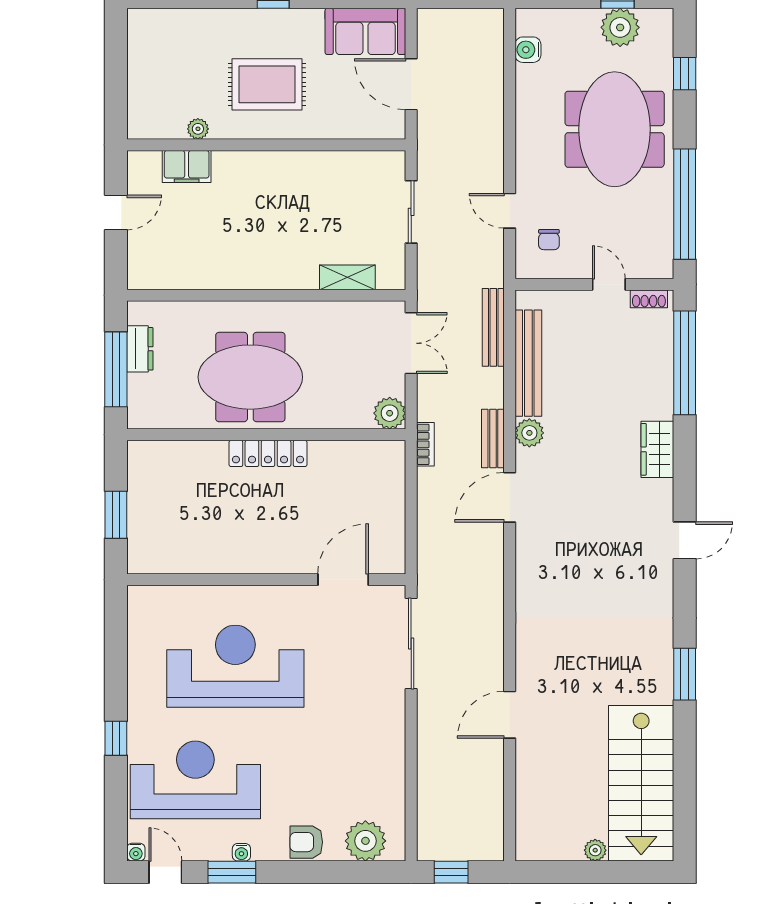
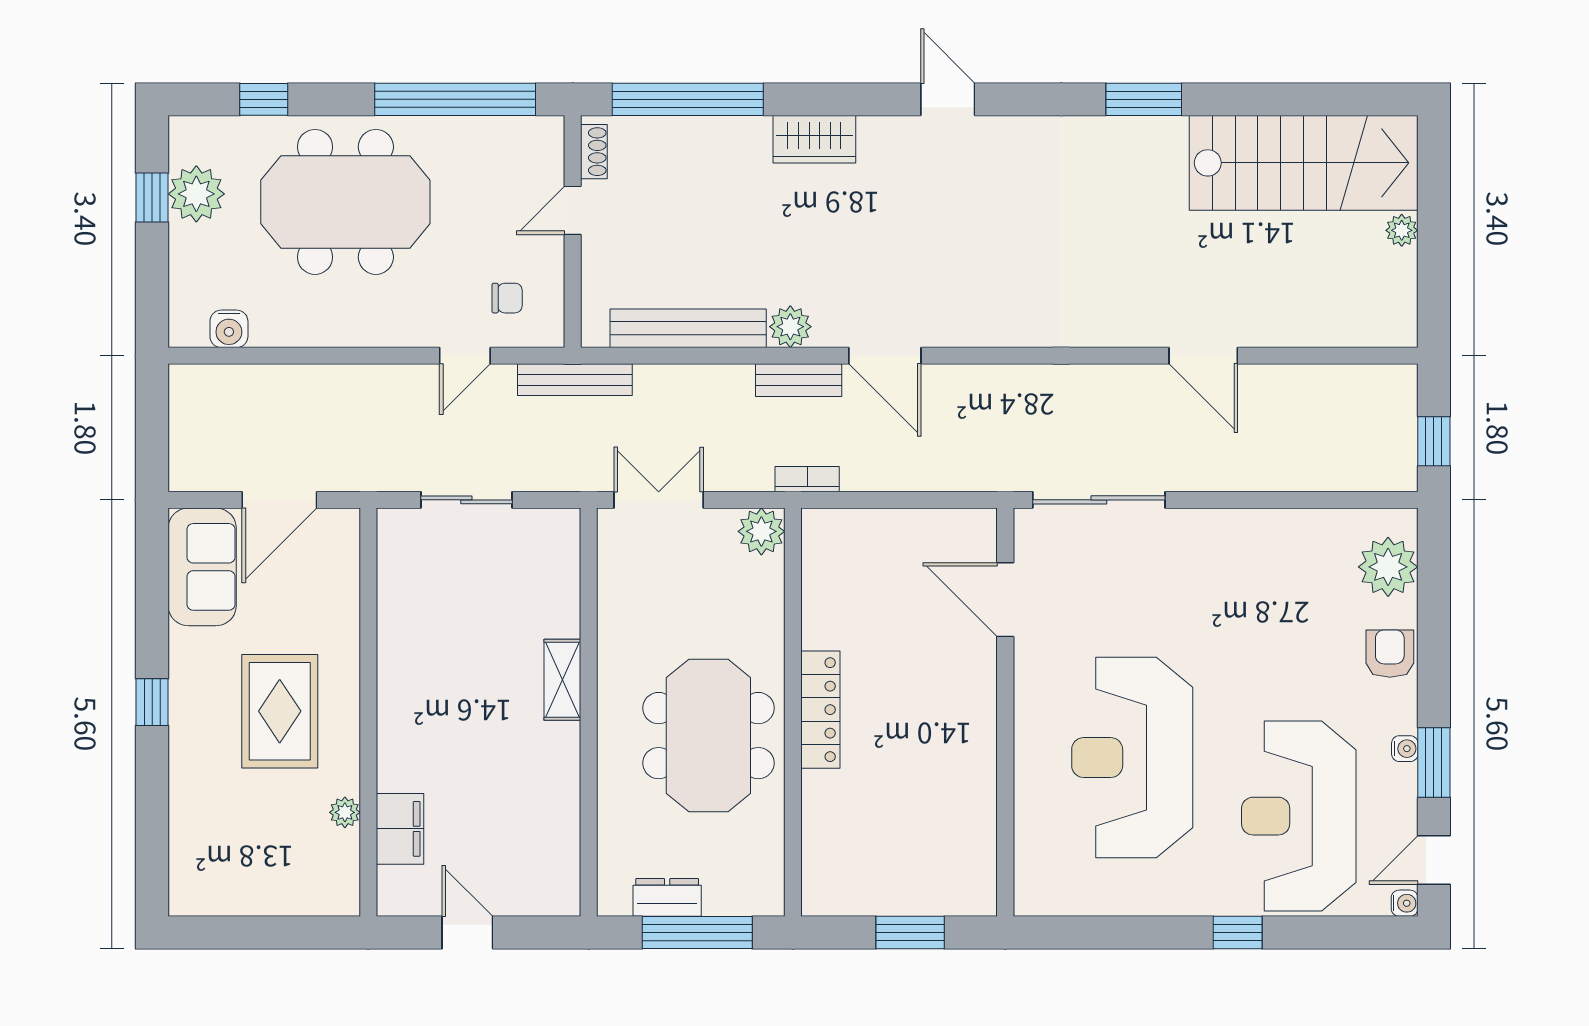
shelving: (347, 277) -> (562, 680), moved
bench: (493, 327) -> (575, 380), moved
armchair: (306, 842) -> (1390, 654), turned 180

